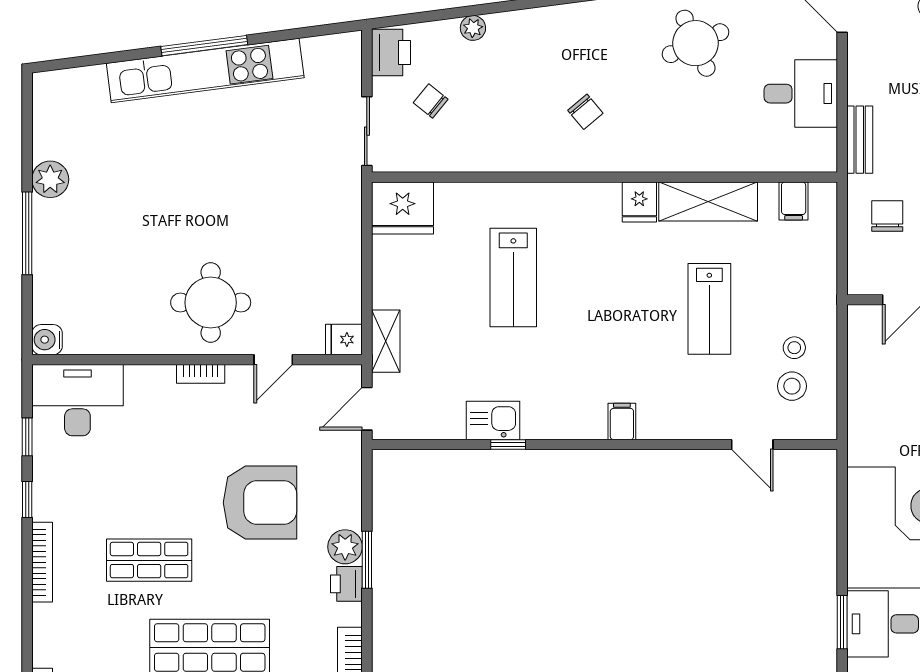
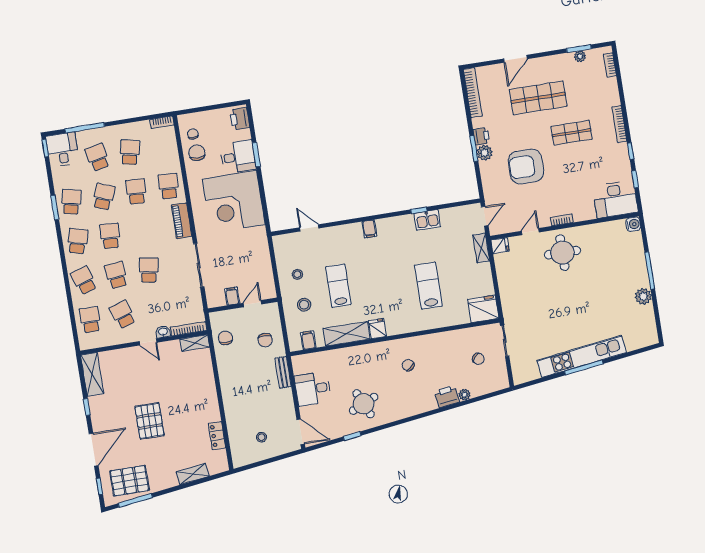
printer: (391, 52) -> (447, 397), moved, turned 83
stool: (792, 386) -> (304, 305), moved

